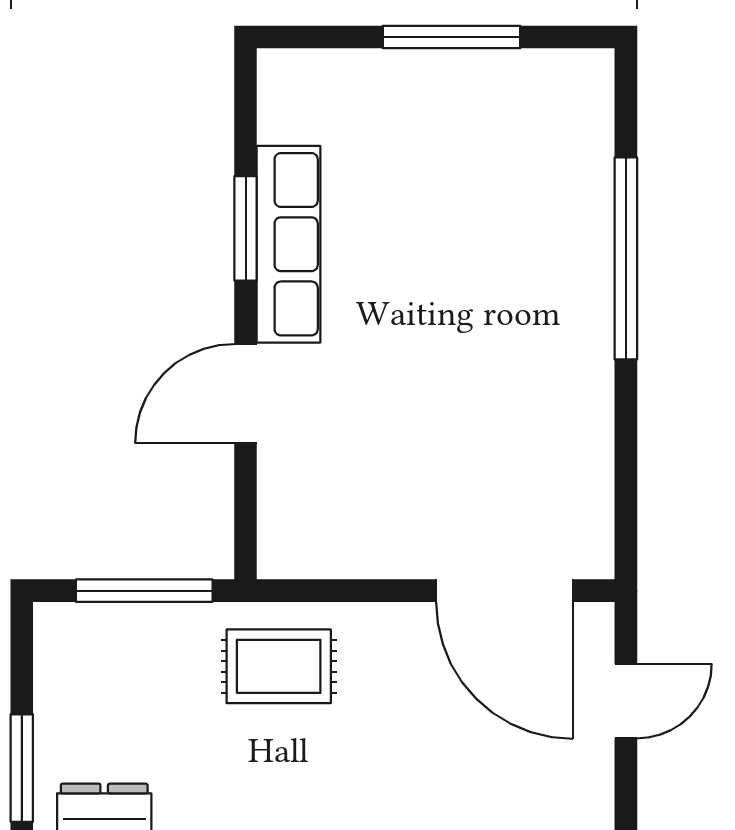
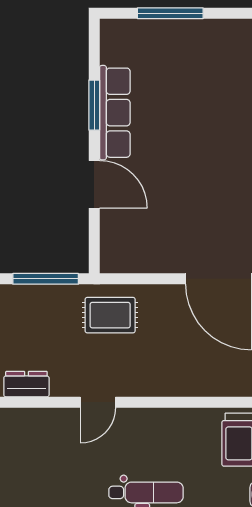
window: (451, 37) -> (170, 13), moved
door: (246, 394) -> (94, 184), swing flipped

